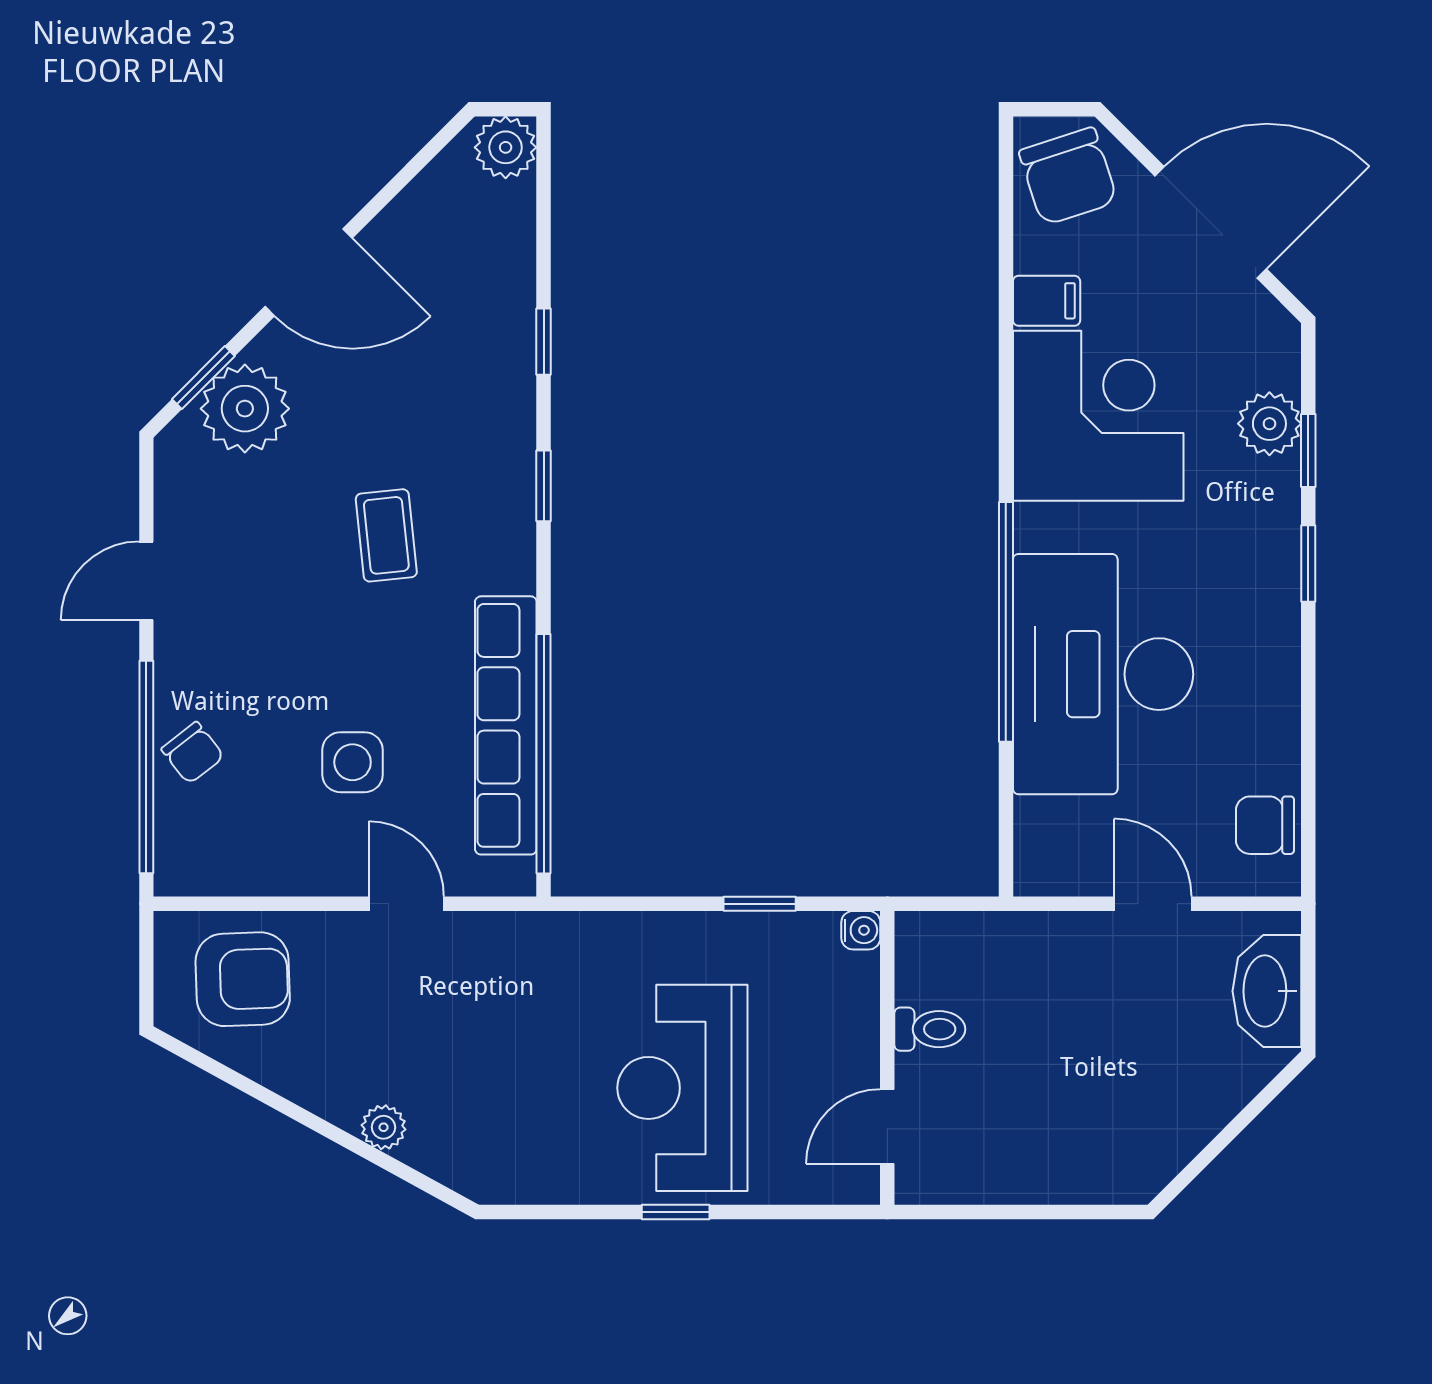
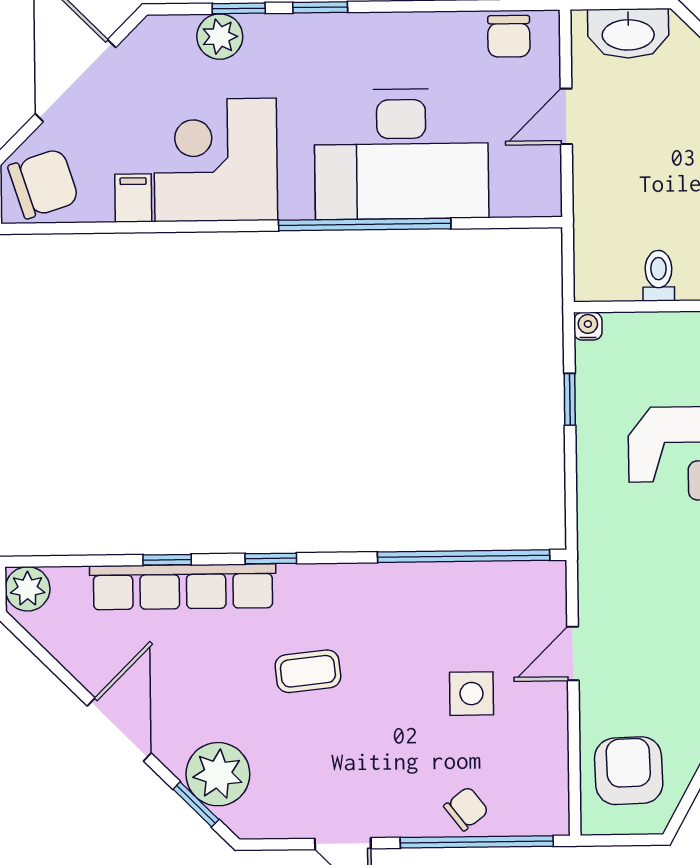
row of seats: (506, 725) -> (183, 587), moved

